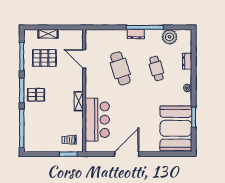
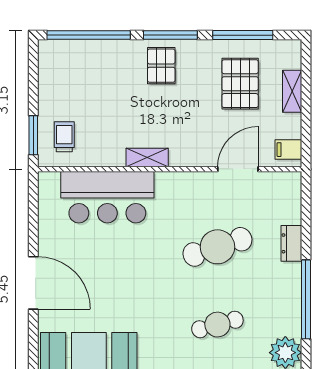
dresser: (136, 34) -> (291, 243), moved
filing cabinet: (75, 36) -> (288, 150), added
door: (127, 154) -> (33, 283), moved

